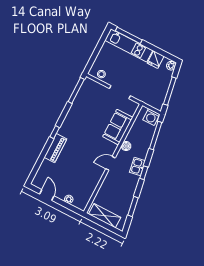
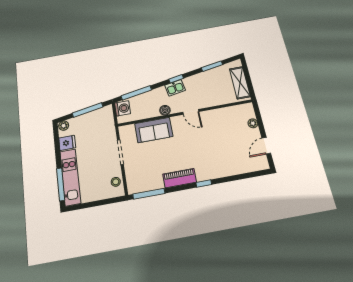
piano: (55, 148) -> (180, 178), moved

